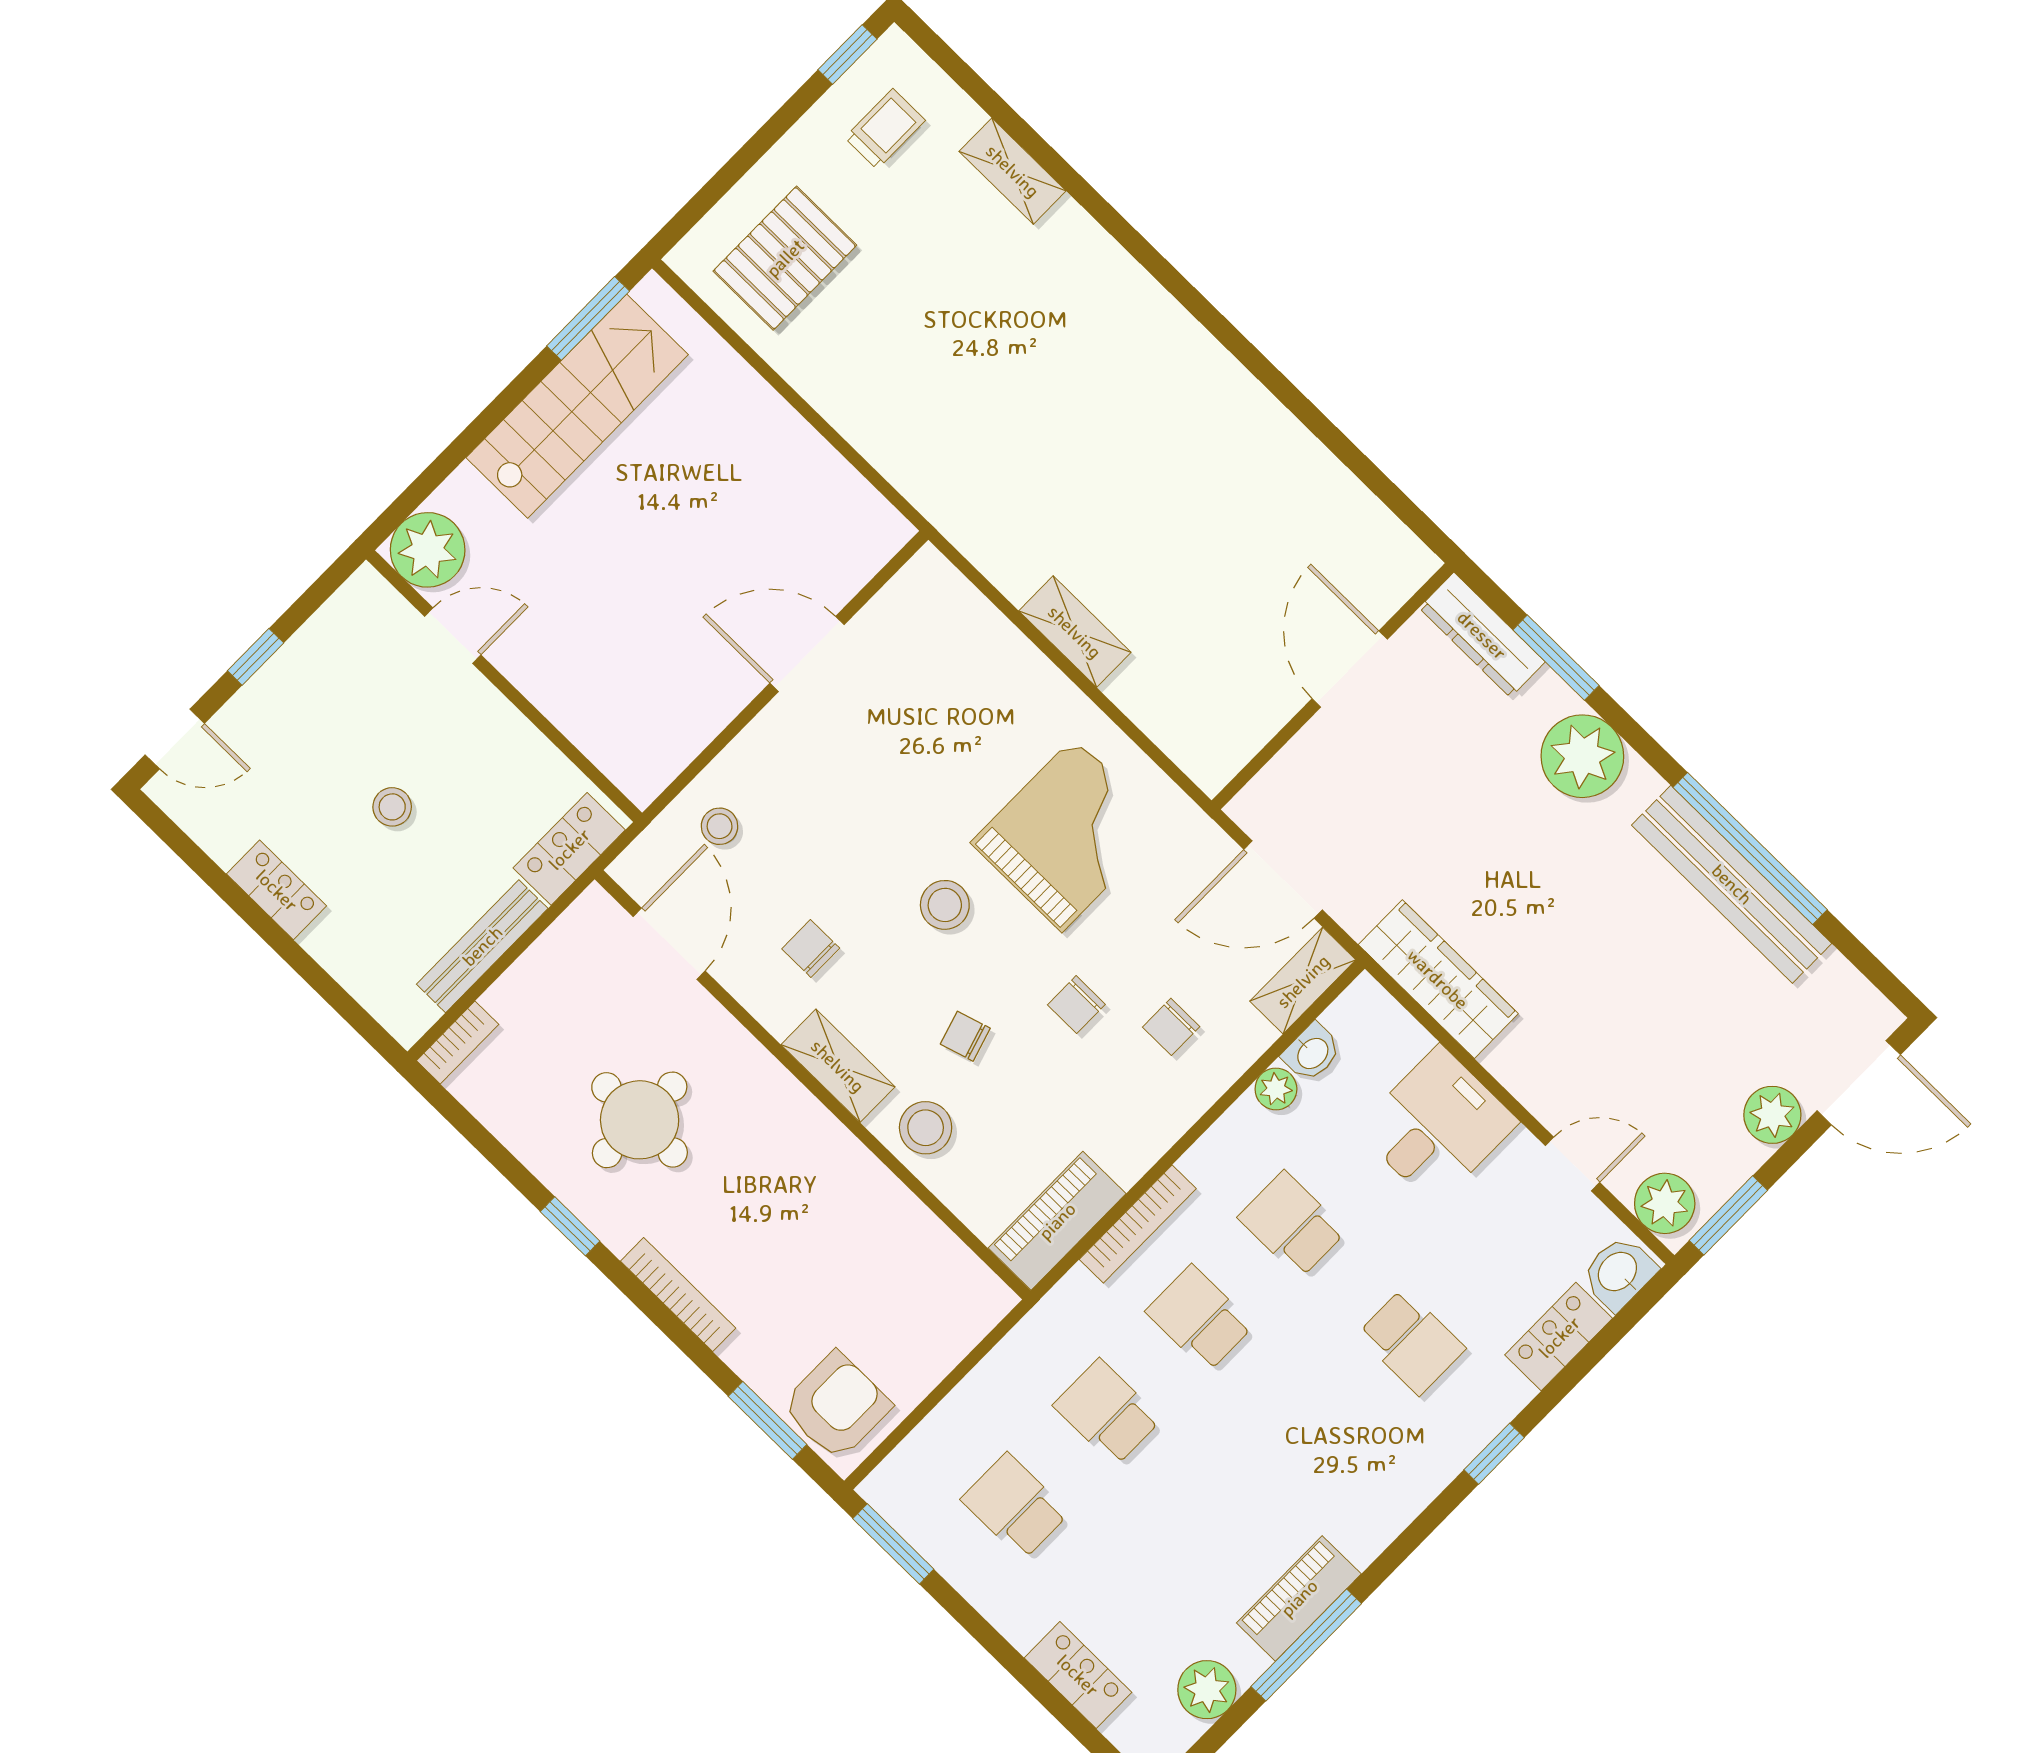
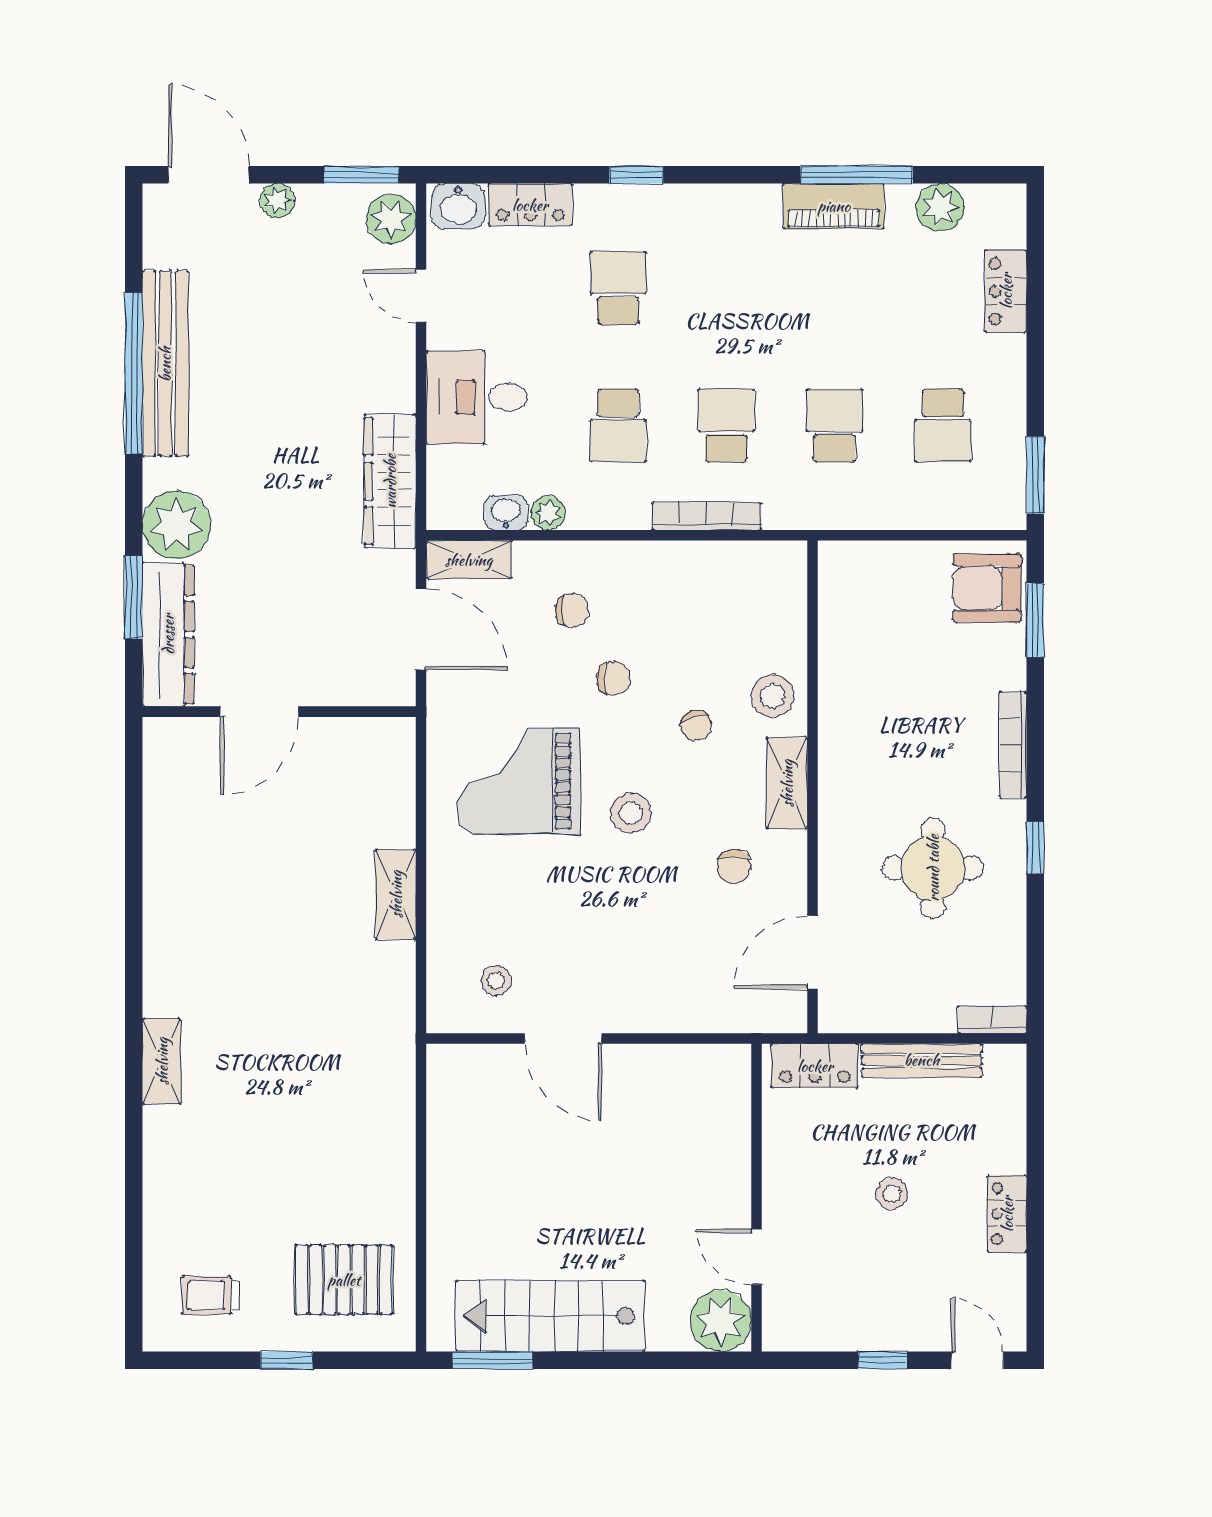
window: (847, 54) -> (287, 1360), moved
shelving: (1013, 171) -> (162, 1061), moved
dresser: (1482, 635) -> (168, 634), width x1.37, depth x1.24
stool: (720, 826) -> (496, 981), moved
plant: (1772, 1115) -> (277, 201), width x0.73, depth x0.73
piano: (1057, 1221) -> (751, 565), removed
school desk: (1200, 1318) -> (726, 426), turned 180
school desk: (1107, 1412) -> (835, 426), turned 180

